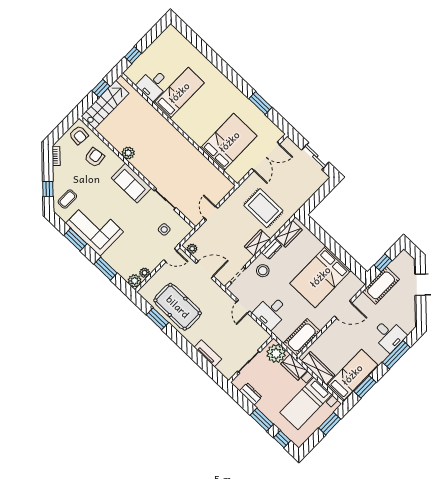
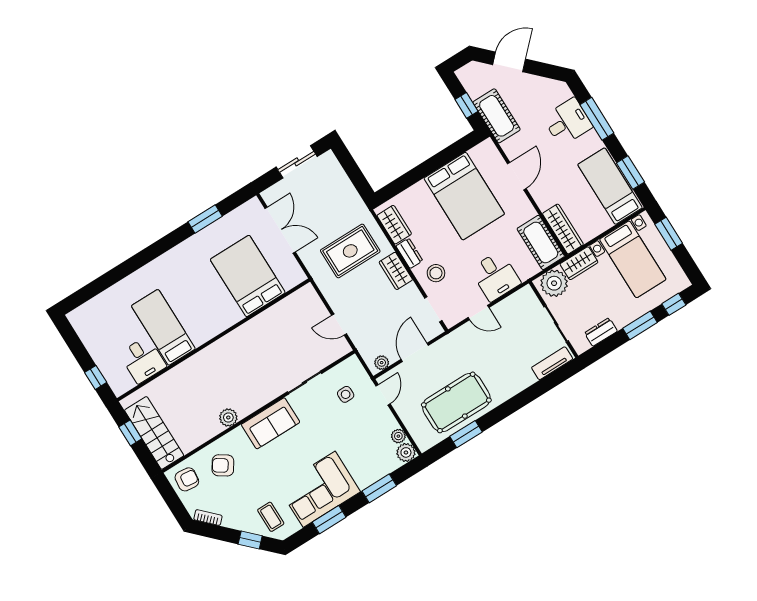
armchair: (94, 157) -> (223, 465), turned -49
tv unit: (208, 353) -> (552, 363), moved
wardrobe: (318, 368) -> (563, 229), moved, turned 90

